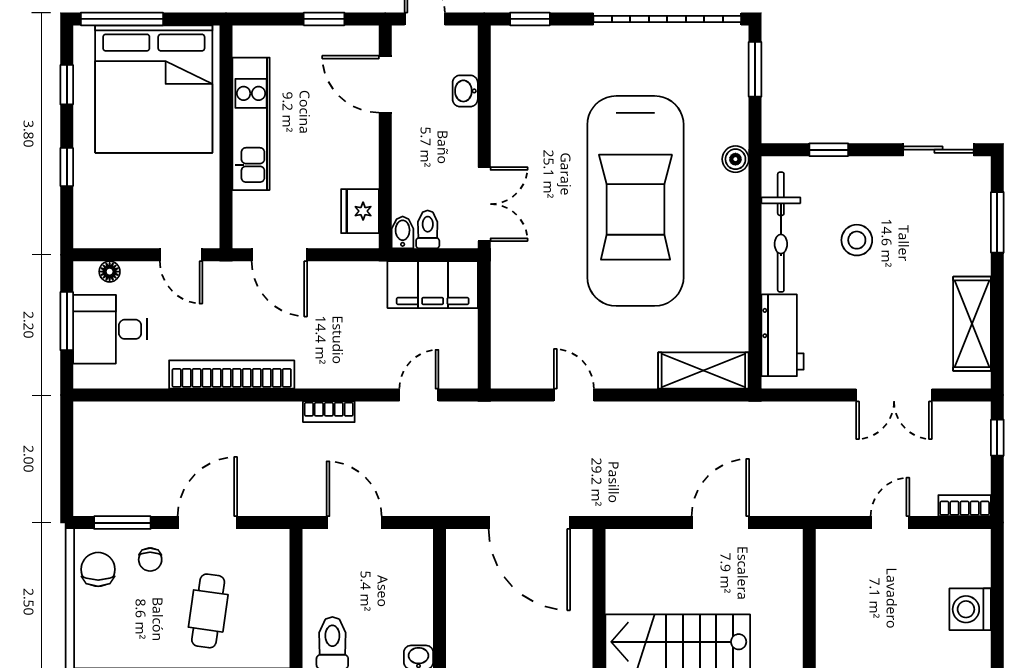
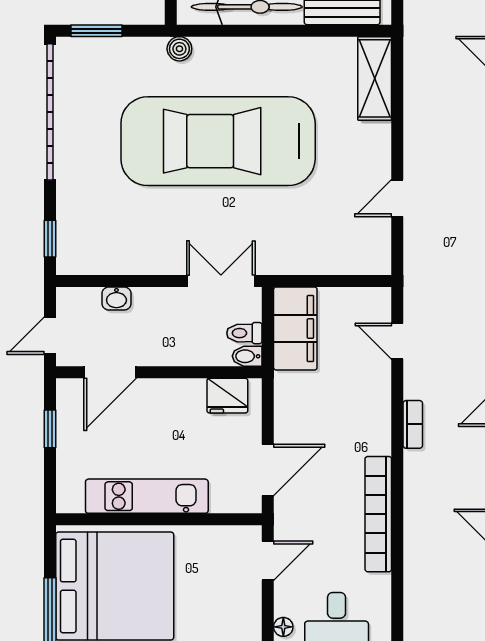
car: (635, 201) -> (218, 141), turned 180

